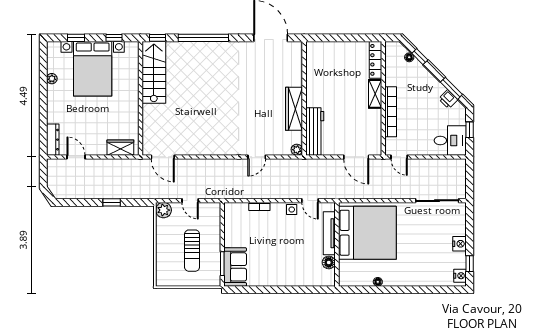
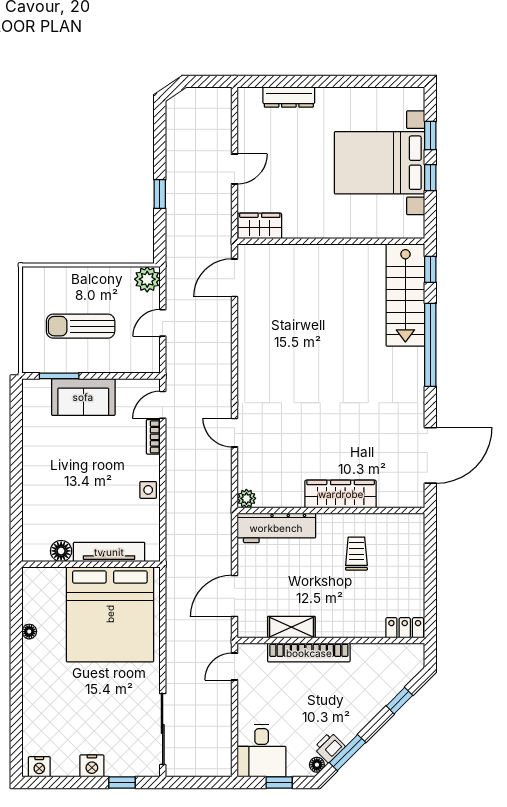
window: (114, 38) -> (430, 178), moved
floor lamp: (409, 57) -> (317, 765), moved
locker: (375, 60) -> (405, 628), width x0.66
stairs: (154, 72) -> (405, 295), moved, turned 90
plant: (52, 79) -> (363, 96), removed
trolley: (330, 83) -> (356, 554), added
shelving: (375, 94) -> (291, 627), moved
wardrobe: (294, 109) -> (341, 494), moved
dresser: (53, 140) -> (289, 97), moved
wardrobe: (120, 148) -> (260, 226), moved, turned -90
door: (76, 157) -> (235, 169), moved
door: (310, 201) -> (163, 405), moved
window: (470, 264) -> (122, 783), moved
sofa: (235, 267) -> (83, 397), moved

